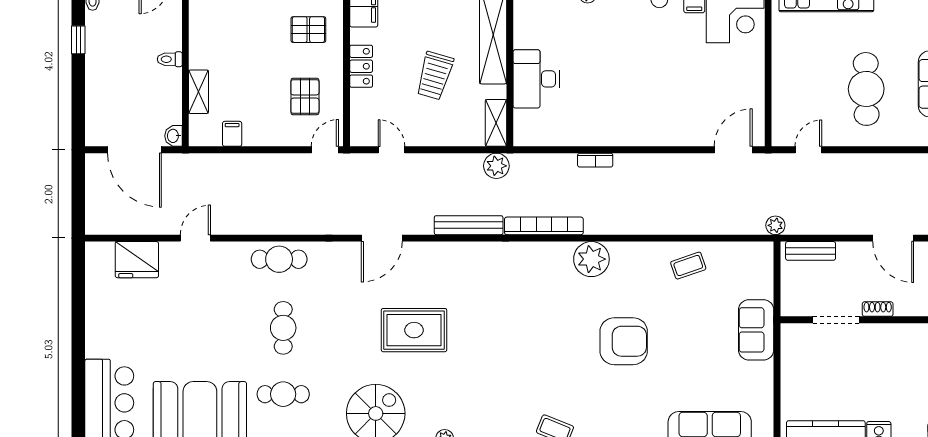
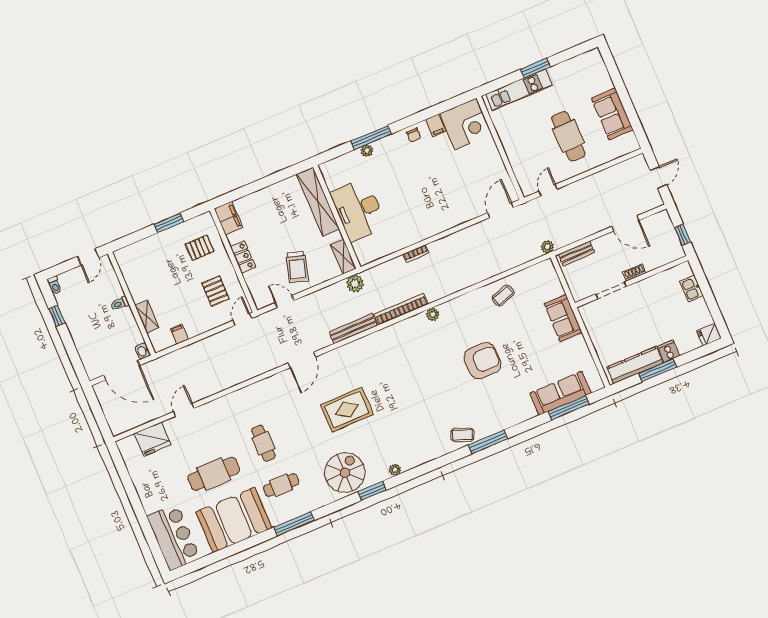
trolley: (435, 76) -> (297, 267), moved
desk: (536, 79) -> (358, 210), width x1.36, depth x1.30
cafe table: (279, 259) -> (214, 474), moved, width x1.37, depth x1.35
plant: (591, 259) -> (433, 314), width x0.53, depth x0.53

